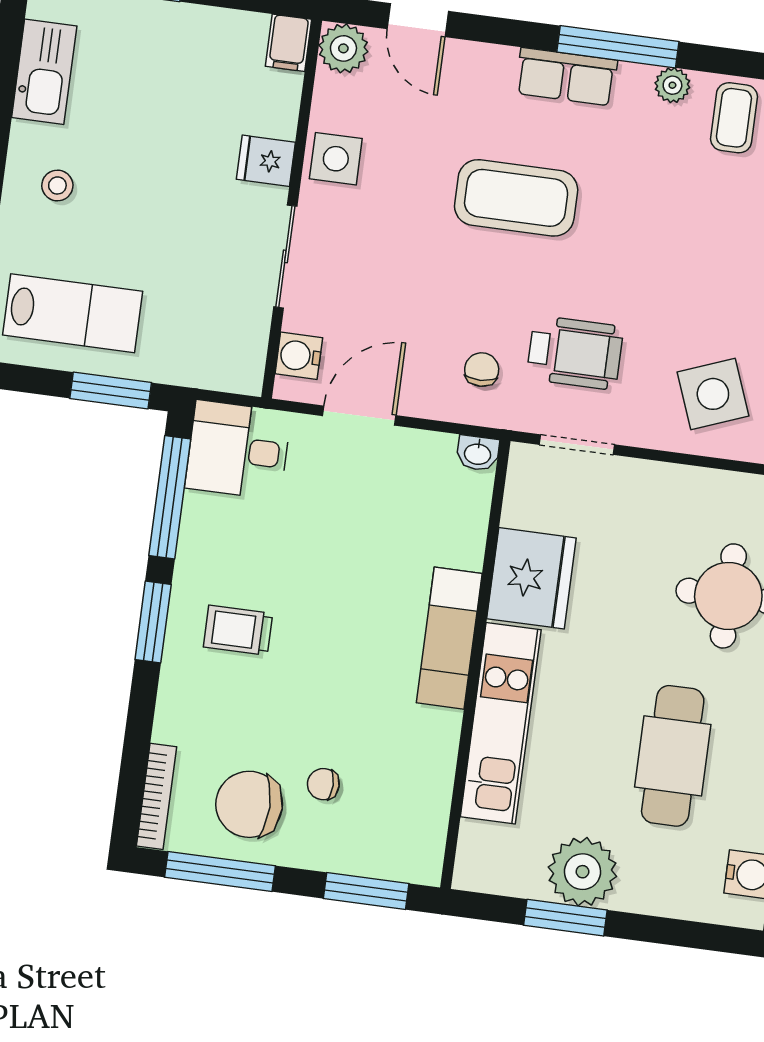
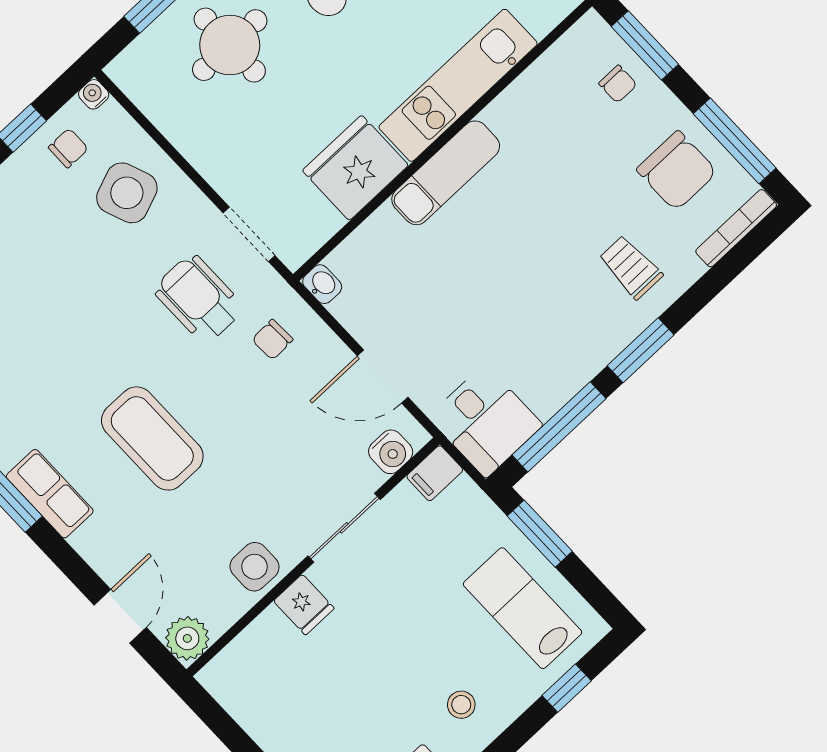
filing cabinet: (289, 43) -> (435, 473), moved, turned 180
trolley: (238, 630) -> (631, 267), moved, turned 180
chair: (323, 784) -> (618, 84), moved

